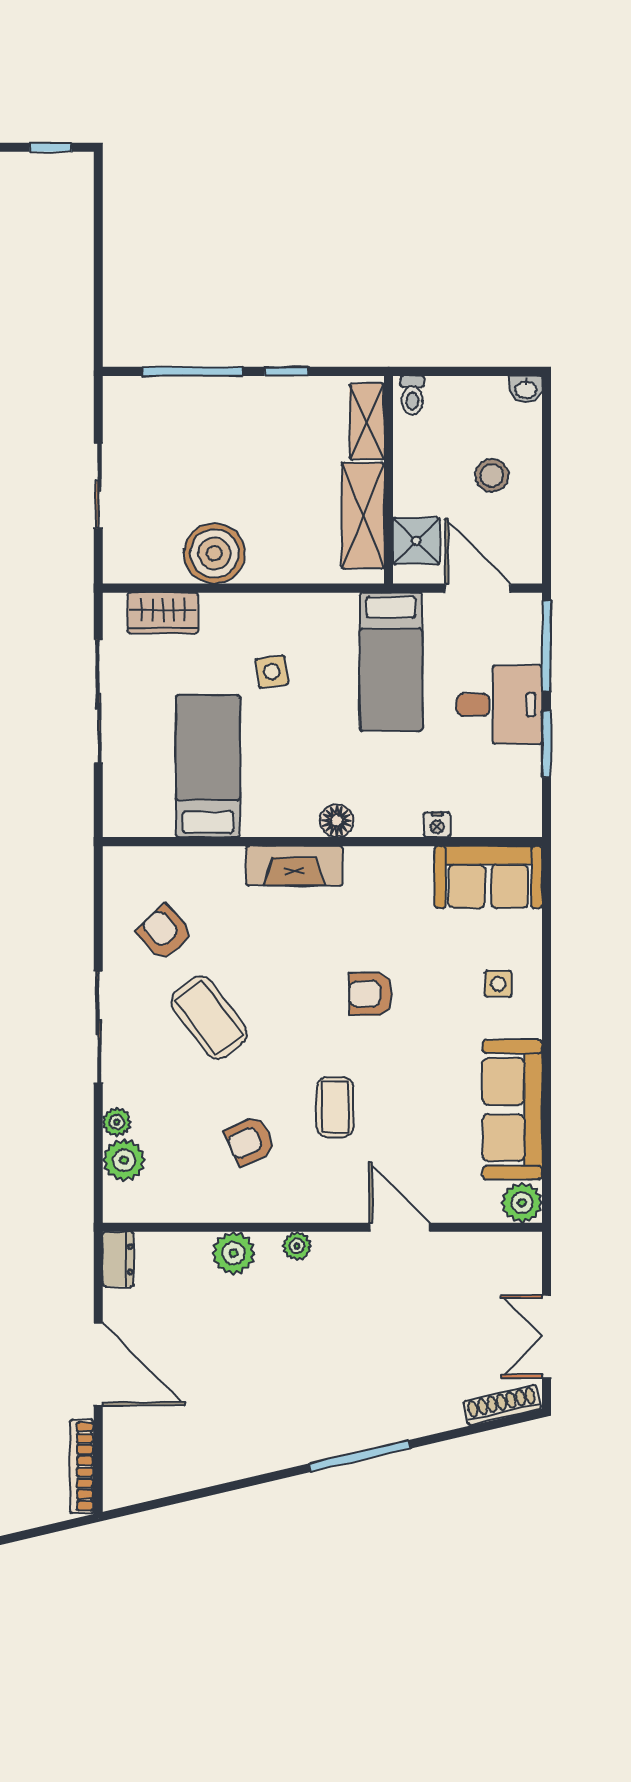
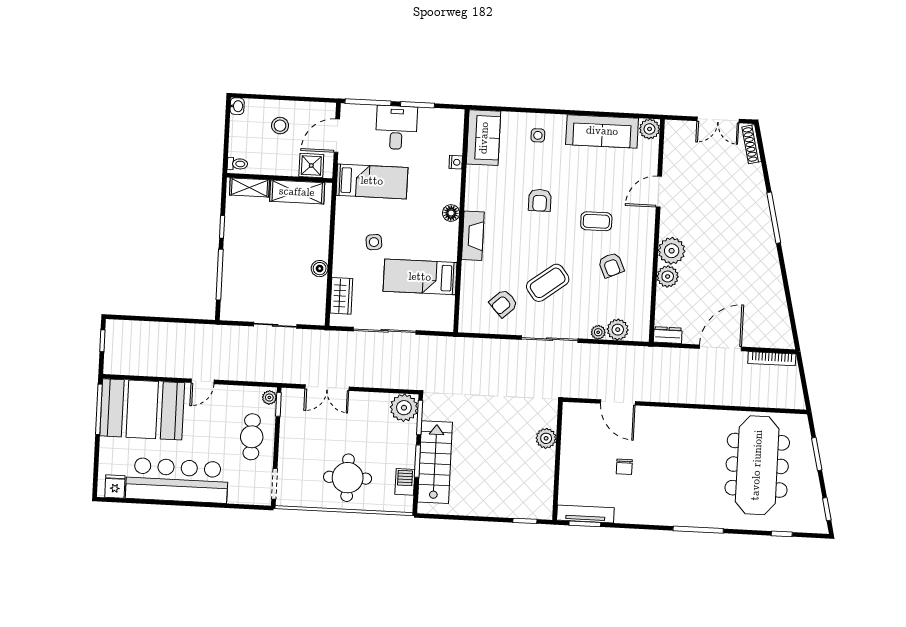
boiler: (214, 553) -> (320, 269), width x0.54, depth x0.54
plant: (297, 1246) -> (672, 251), width x1.88, depth x1.88

